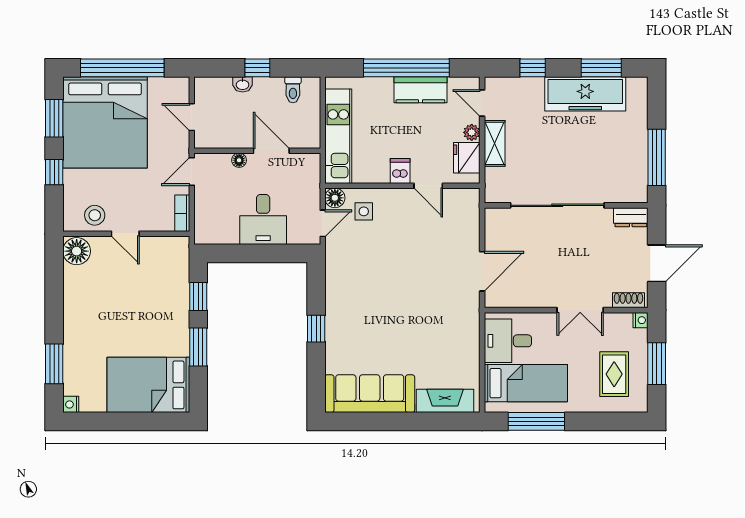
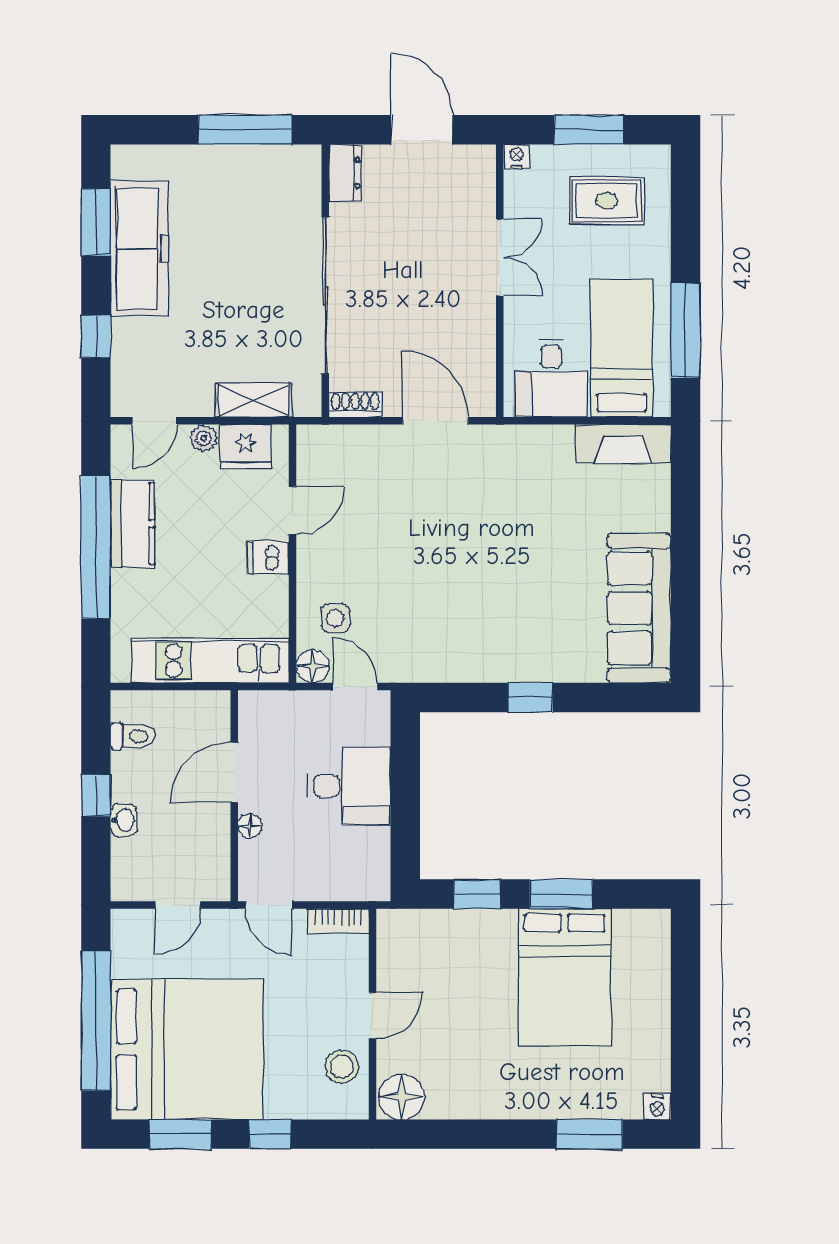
shelving: (495, 143) -> (253, 400), moved
shoe rack: (628, 300) -> (355, 404), moved, turned 90
bed: (148, 385) -> (565, 977), moved
fireplace: (445, 401) -> (623, 444), moved, turned -90

